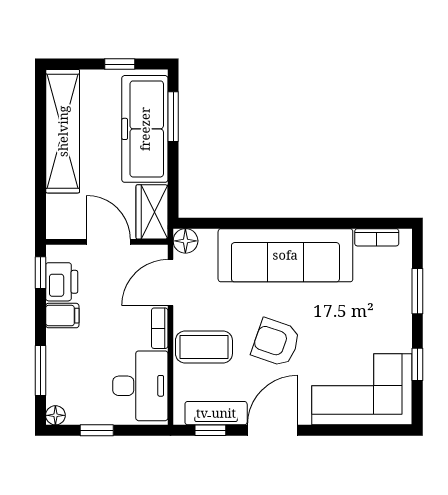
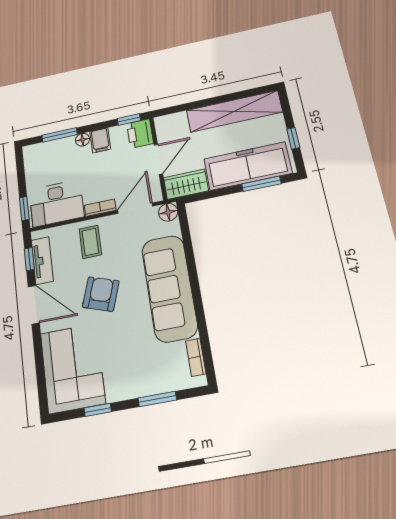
printer: (62, 282) -> (140, 133), moved, turned 90
door: (170, 283) -> (135, 208), hinge flipped
coffee table: (204, 347) -> (90, 242), width x0.73, depth x0.77
floor lamp: (55, 415) -> (82, 140), moved
window: (97, 430) -> (24, 209), moved

